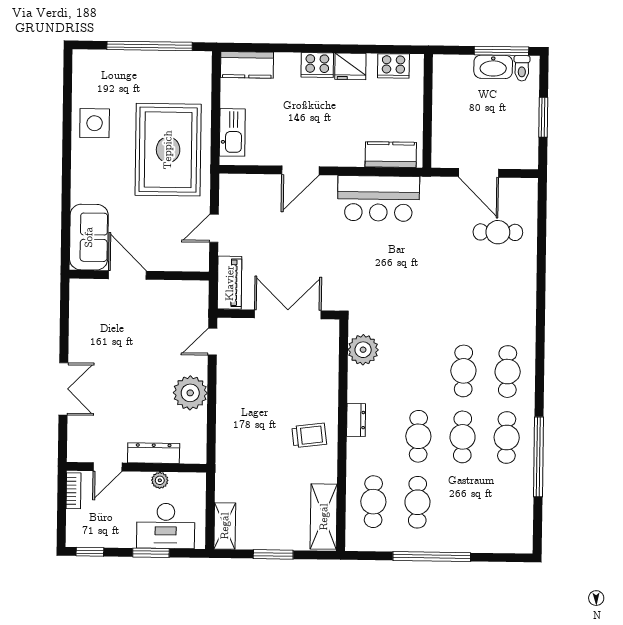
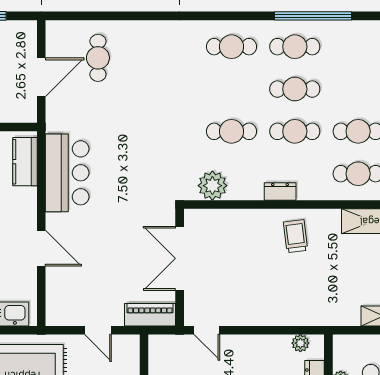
cafe table: (463, 371) -> (232, 131), moved
plant: (190, 393) -> (300, 343), moved, width x0.53, depth x0.53

